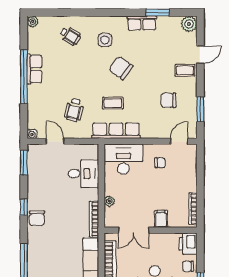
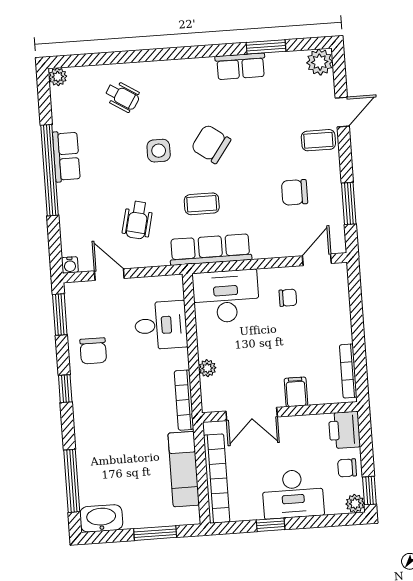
side table: (105, 40) -> (159, 151), moved
chair: (37, 218) -> (93, 351), moved

